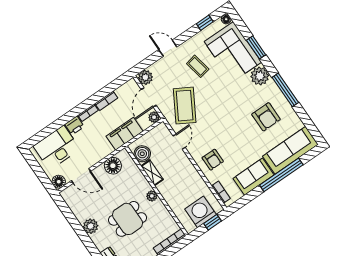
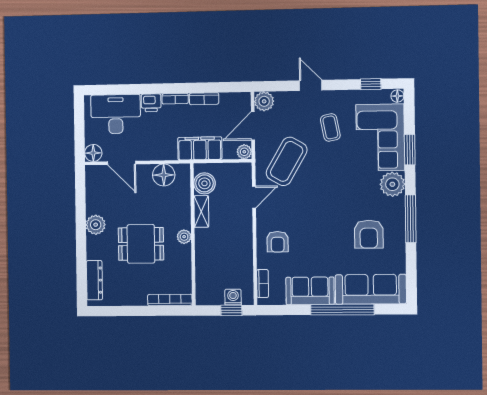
washing machine: (201, 212) -> (233, 297), width x0.53, depth x0.53

